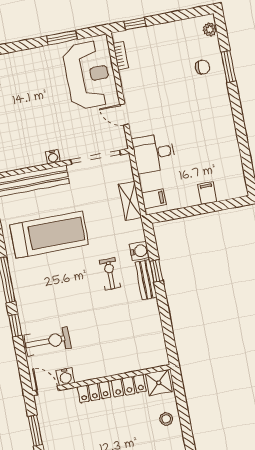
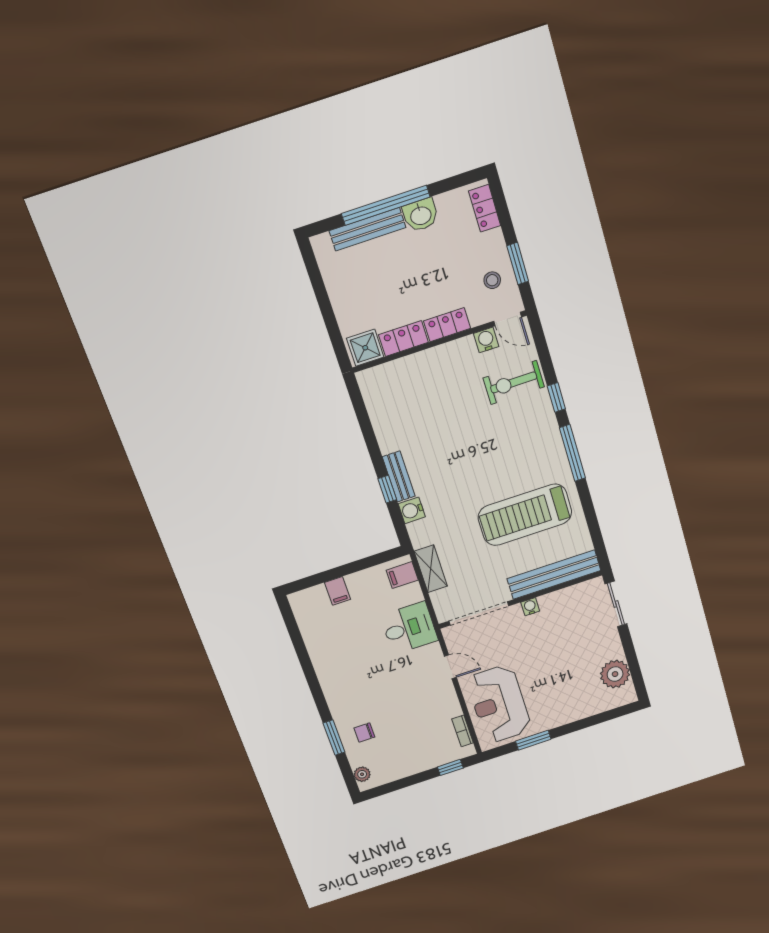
exercise bike: (110, 274) -> (445, 477), removed
stool: (166, 419) -> (492, 280), moved

